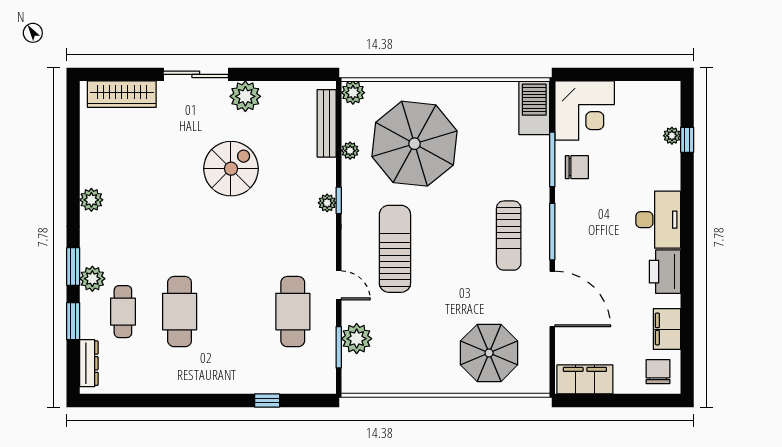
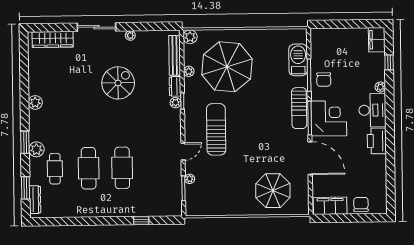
plant: (245, 96) -> (130, 35), width x0.53, depth x0.53
barbecue: (534, 108) -> (298, 60), moved
corner desk: (585, 111) -> (329, 118), moved, turned -90
plant: (672, 136) -> (380, 87), moved
chair: (577, 167) -> (324, 80), turned 90
dresser: (327, 175) -> (175, 86), added
sun lounger: (509, 236) -> (299, 108), moved
door: (339, 285) -> (183, 152), hinge flipped
cafe table: (293, 312) -> (122, 168), moved
window: (73, 321) -> (26, 188), moved
filing cabinet: (667, 329) -> (377, 40), moved
plant: (357, 339) -> (190, 179), width x0.53, depth x0.53
chair: (658, 372) -> (361, 204), moved

